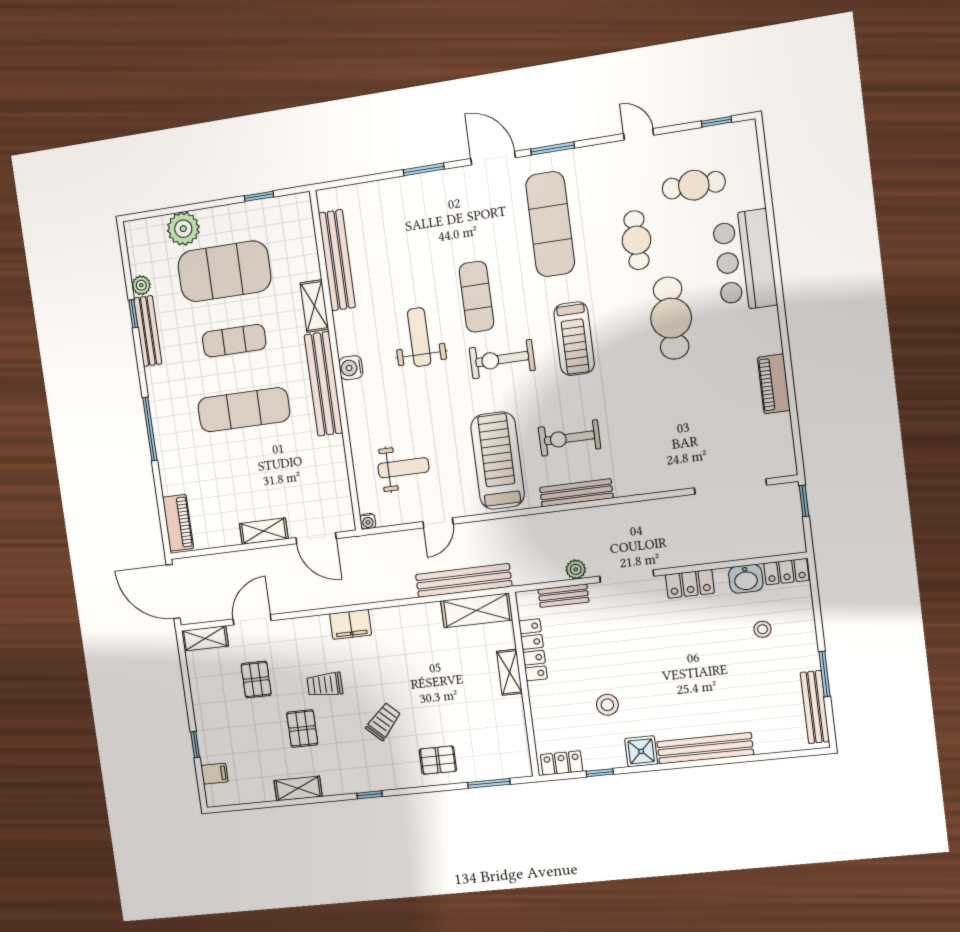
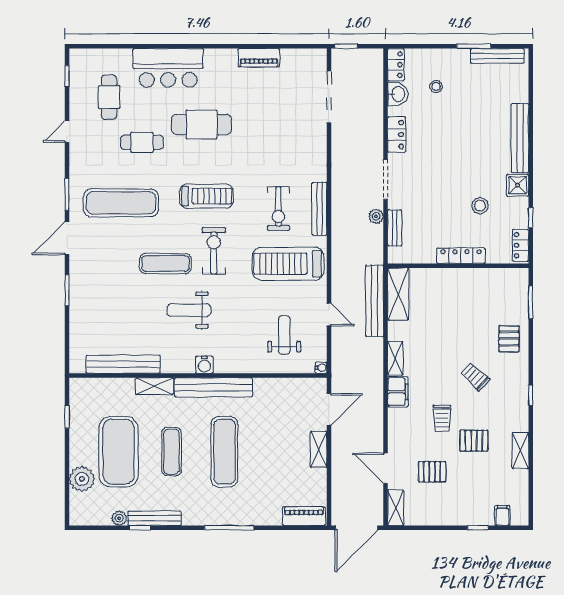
exercise bike: (502, 359) -> (214, 251), turned 180
locker: (533, 650) -> (461, 256), moved
shelving: (509, 672) -> (395, 358), moved, turned 90

